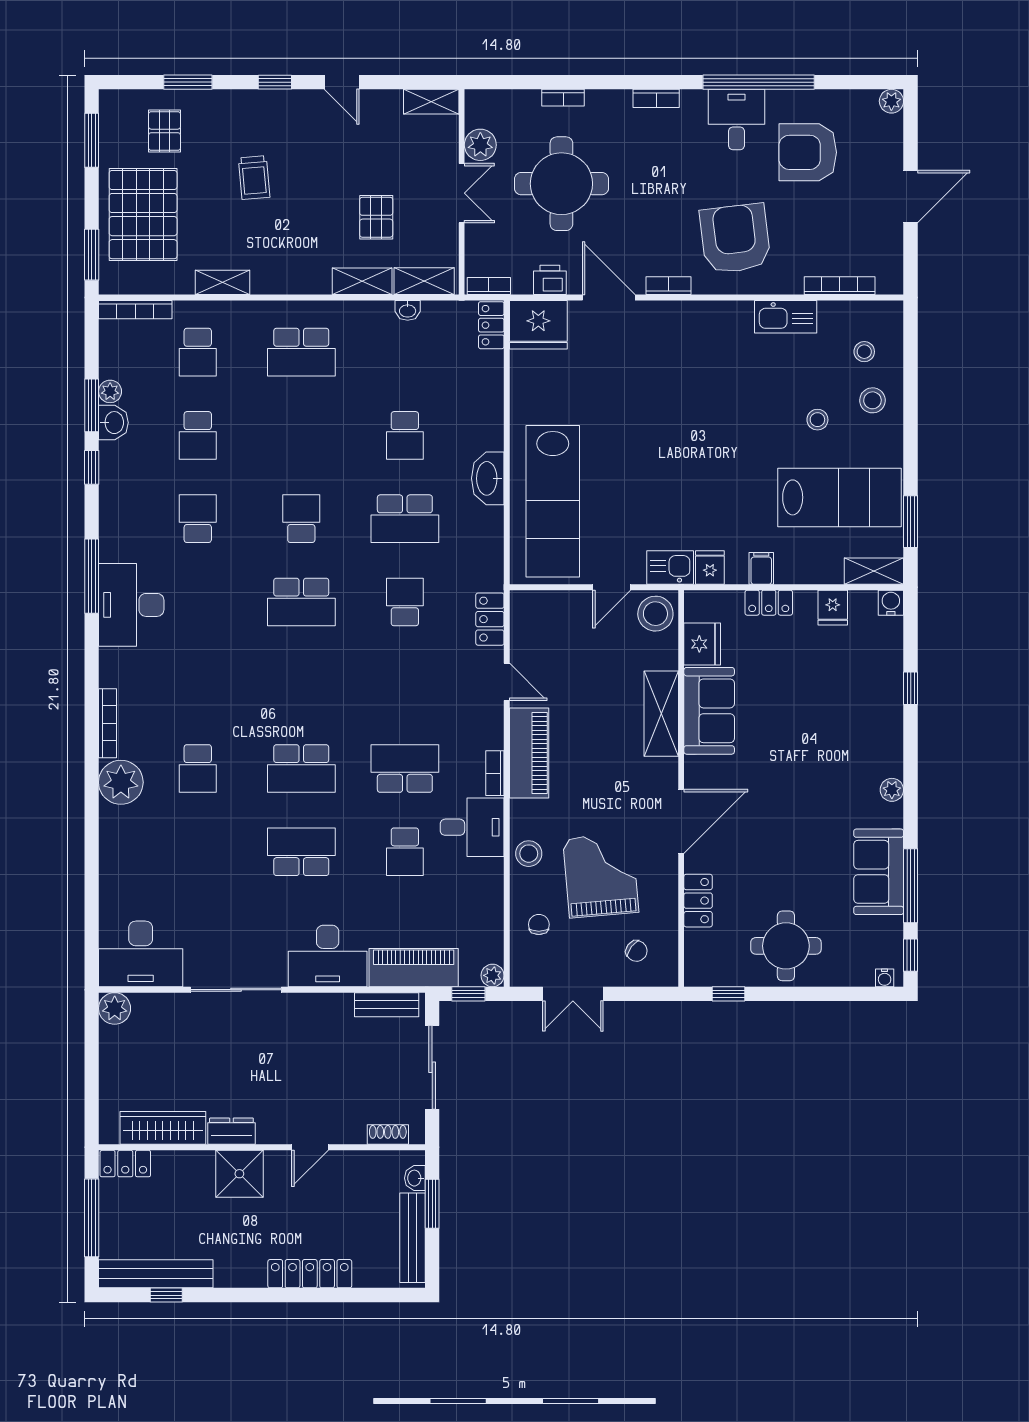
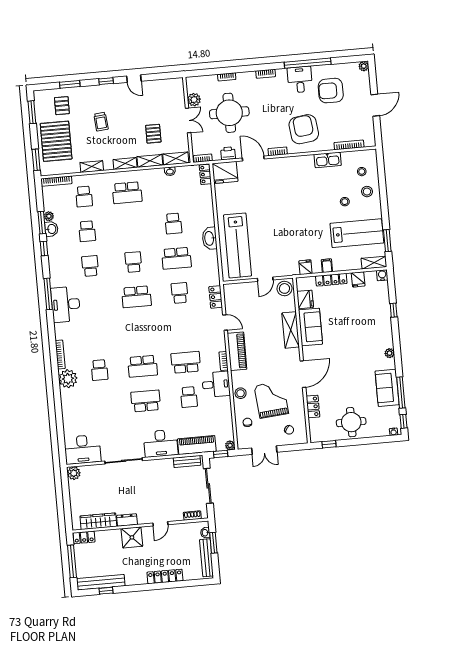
shelving: (431, 102) -> (125, 163), moved
kitchen sink: (670, 568) -> (289, 269), removed
locker: (769, 603) -> (331, 280), width x1.53

